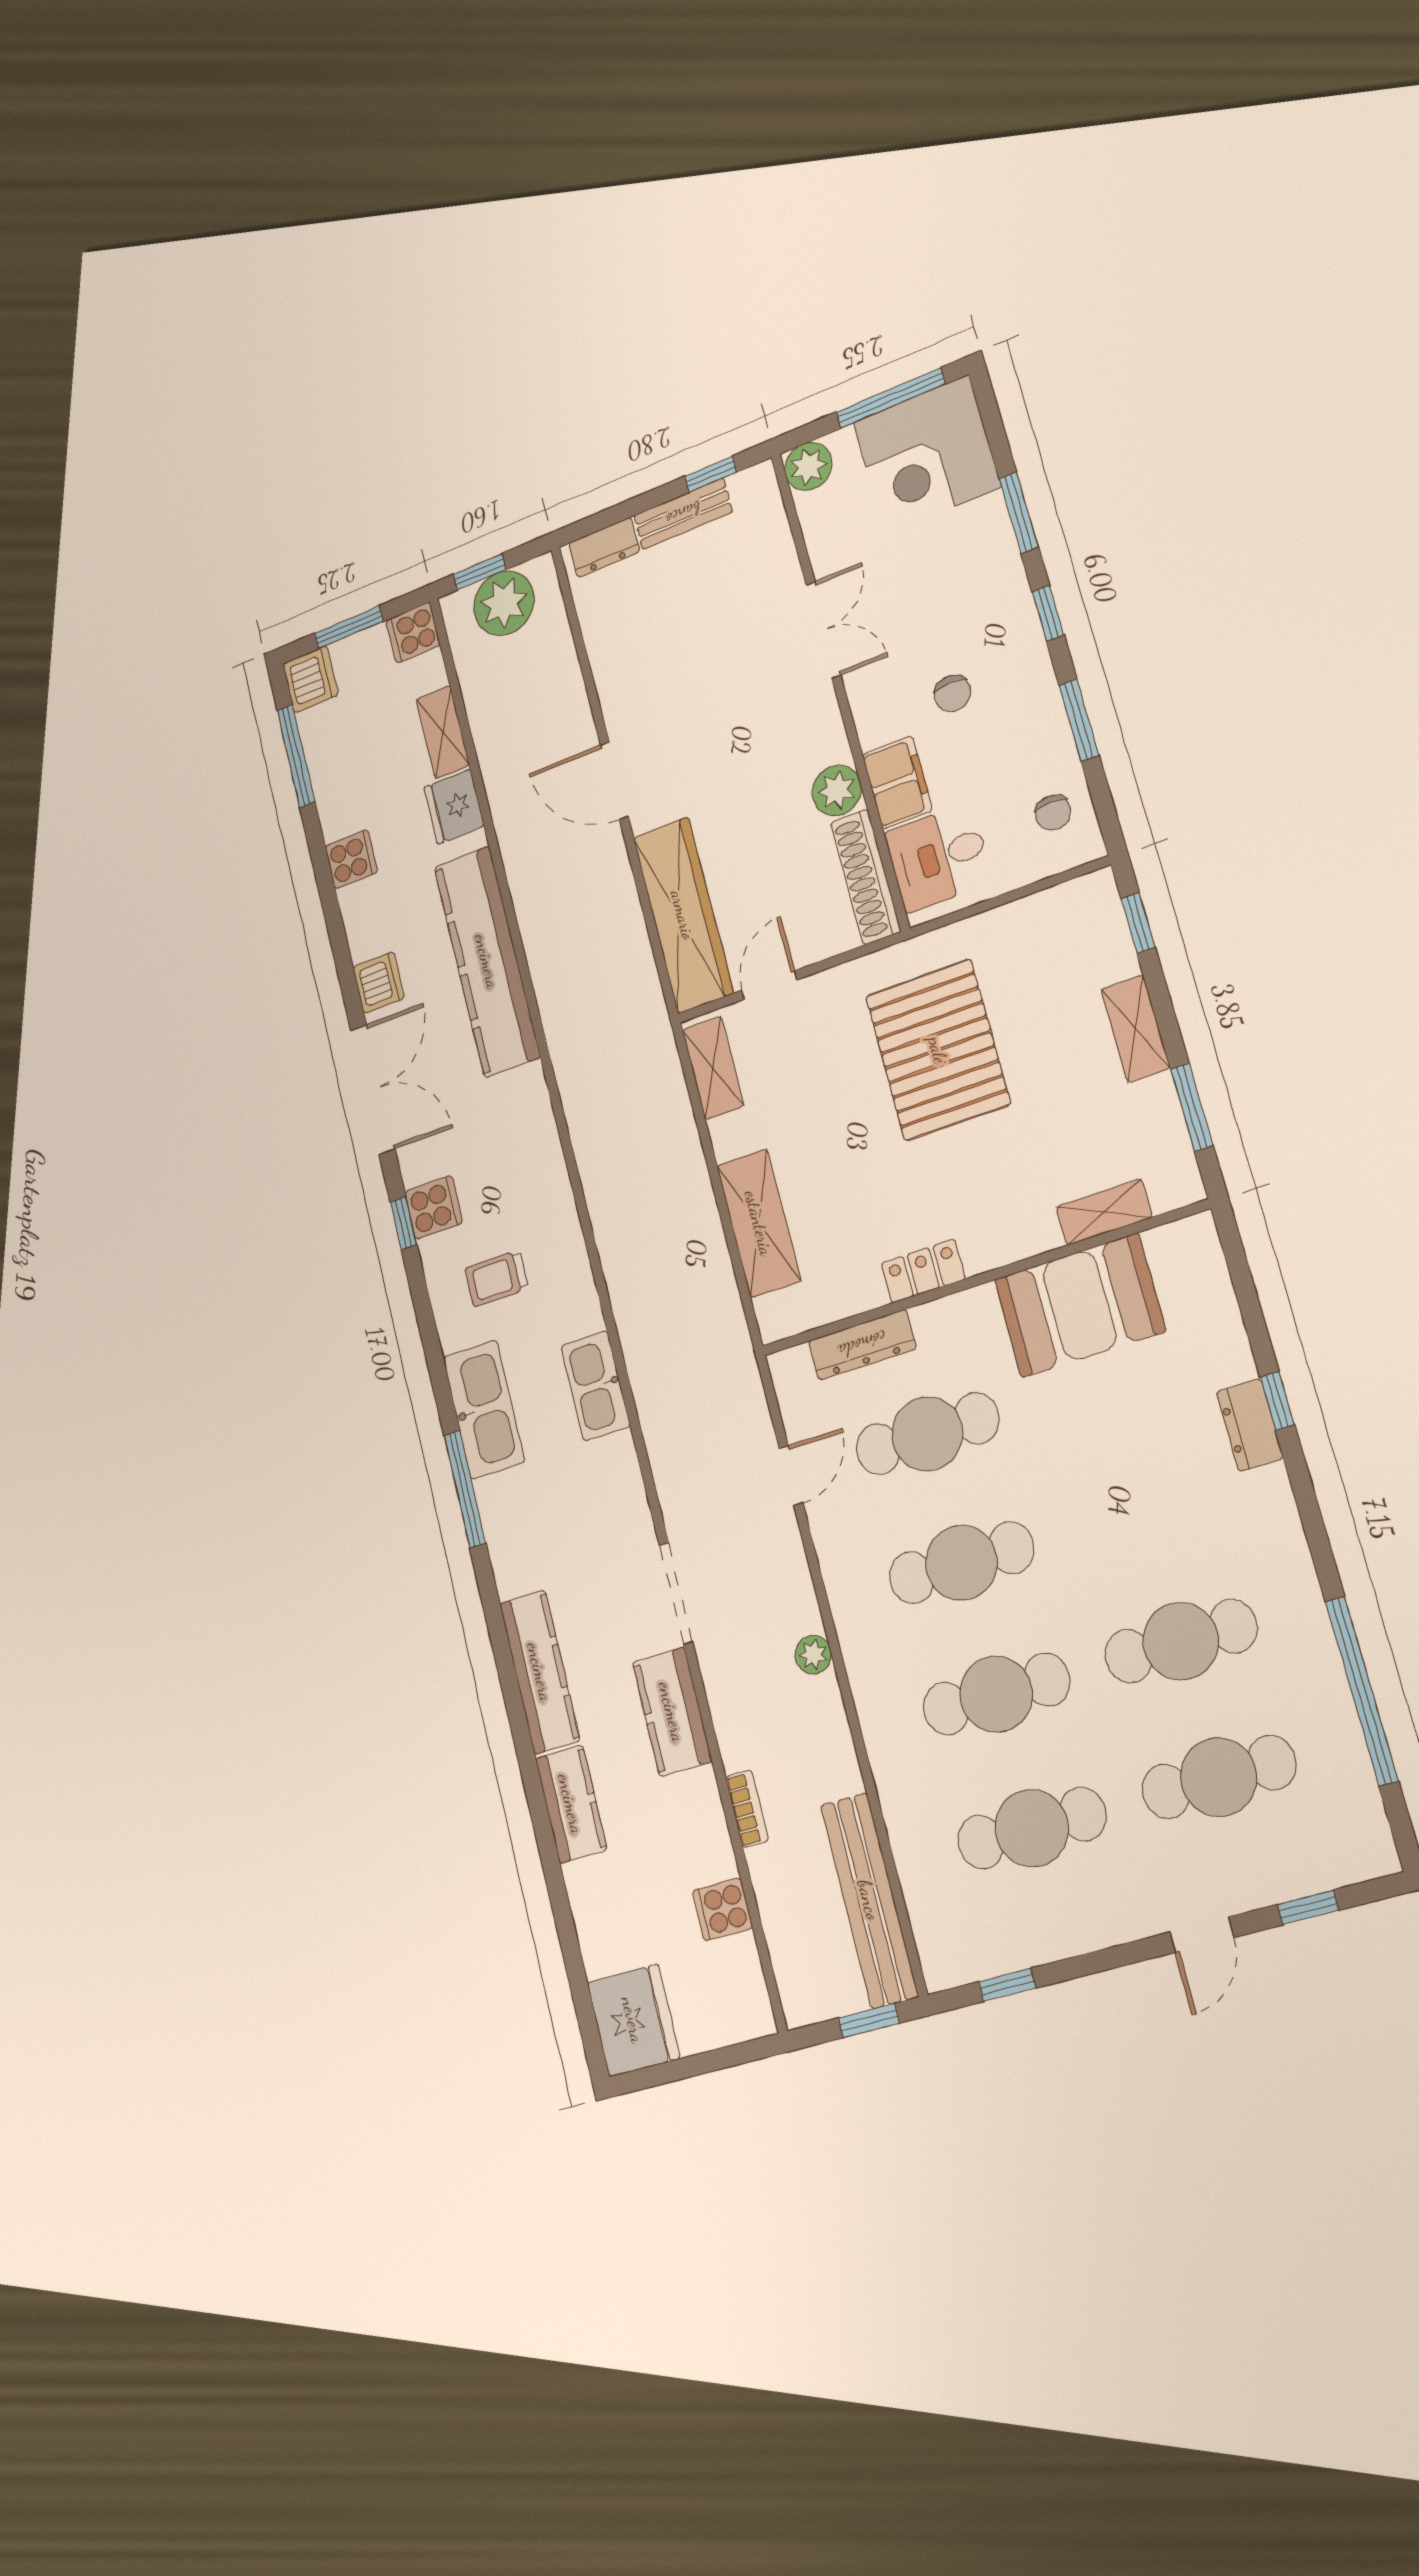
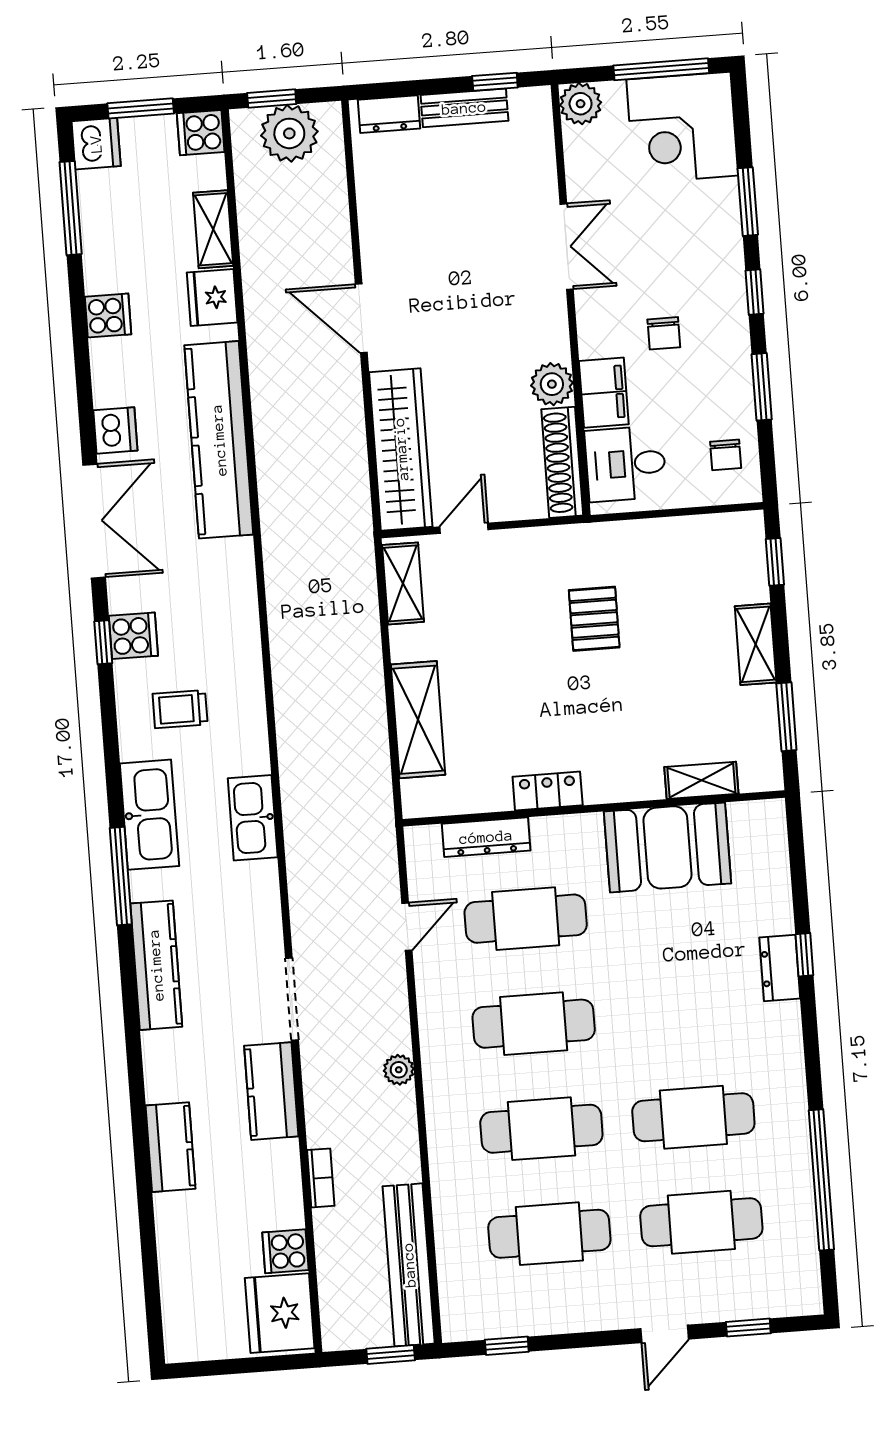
pallet: (938, 1050) -> (594, 619), width x0.49, depth x0.50
kitchen counter: (540, 1672) -> (156, 965), moved
fridge: (633, 2020) -> (280, 1313), moved, turned 180

